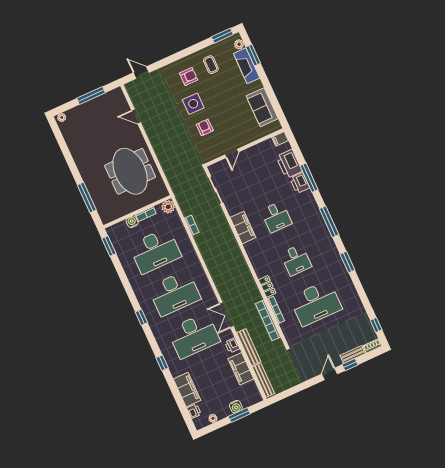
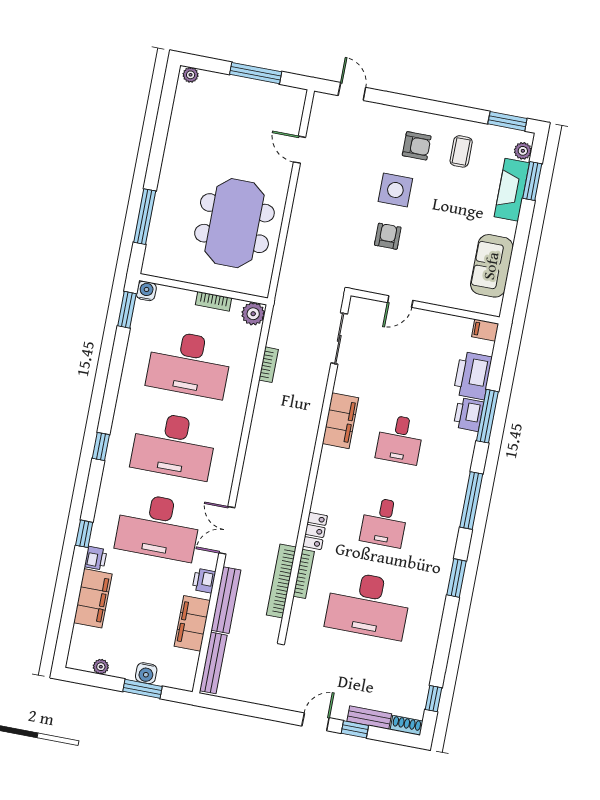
water cooler: (132, 222) -> (146, 291), moved
printer: (194, 411) -> (96, 558), moved

